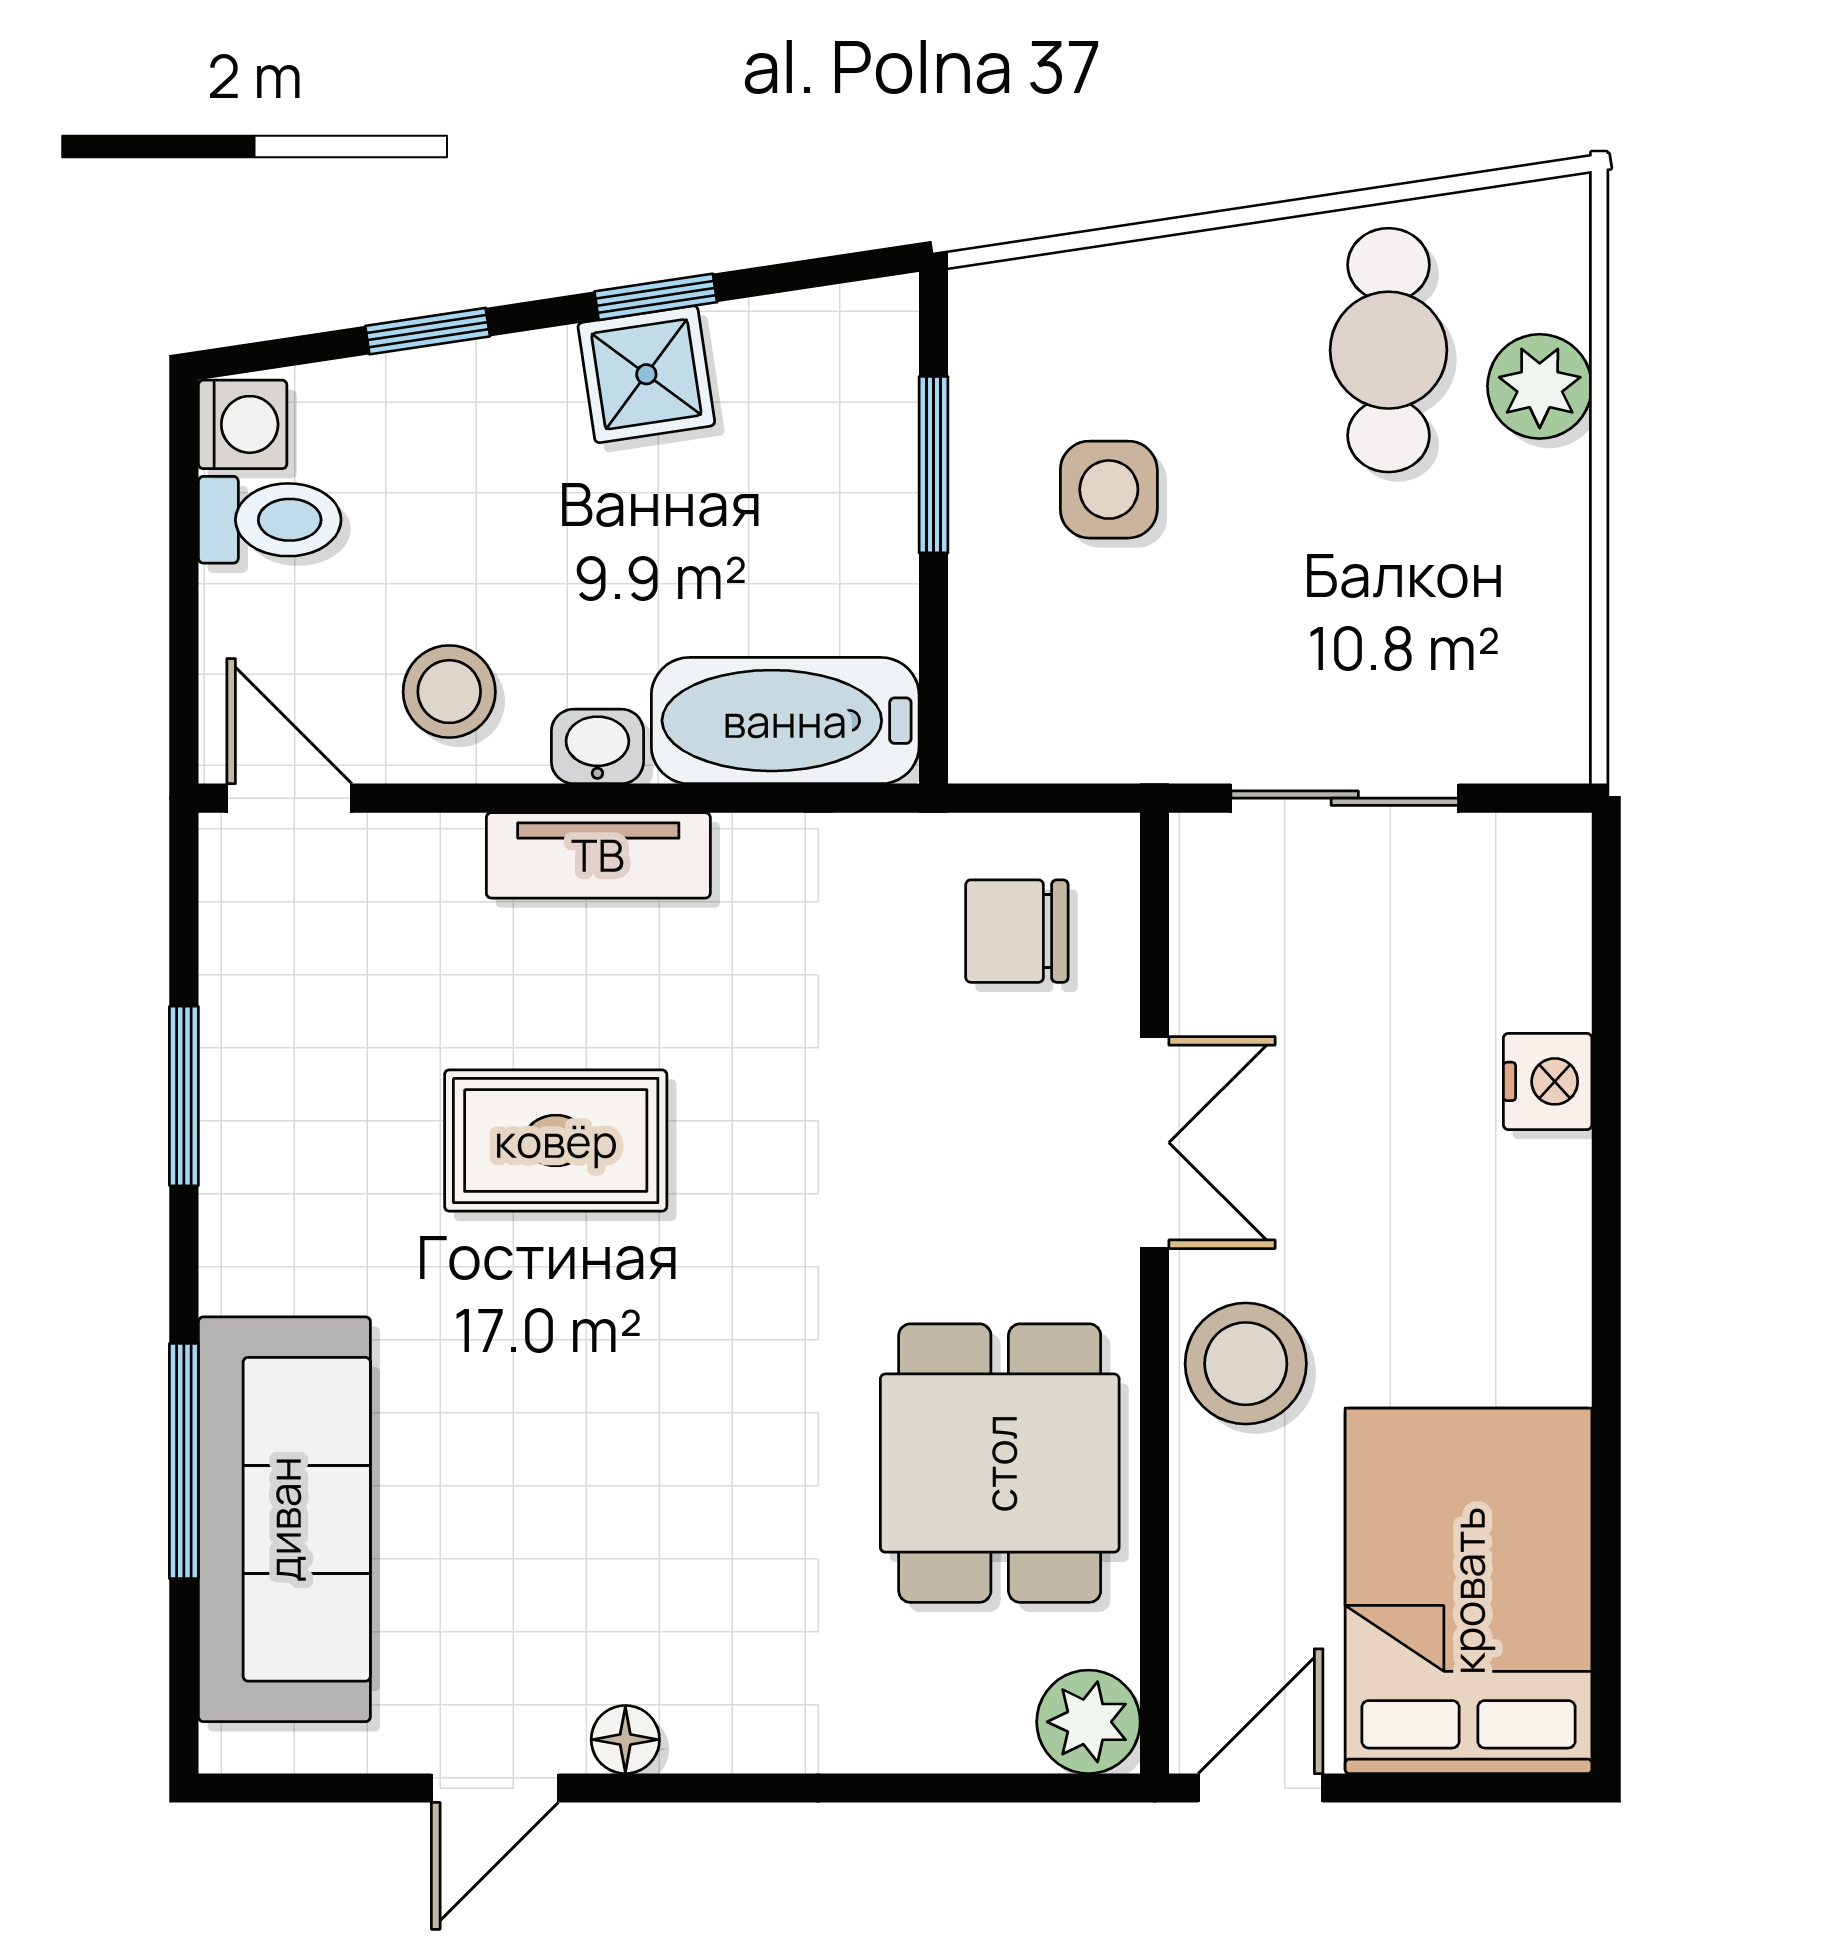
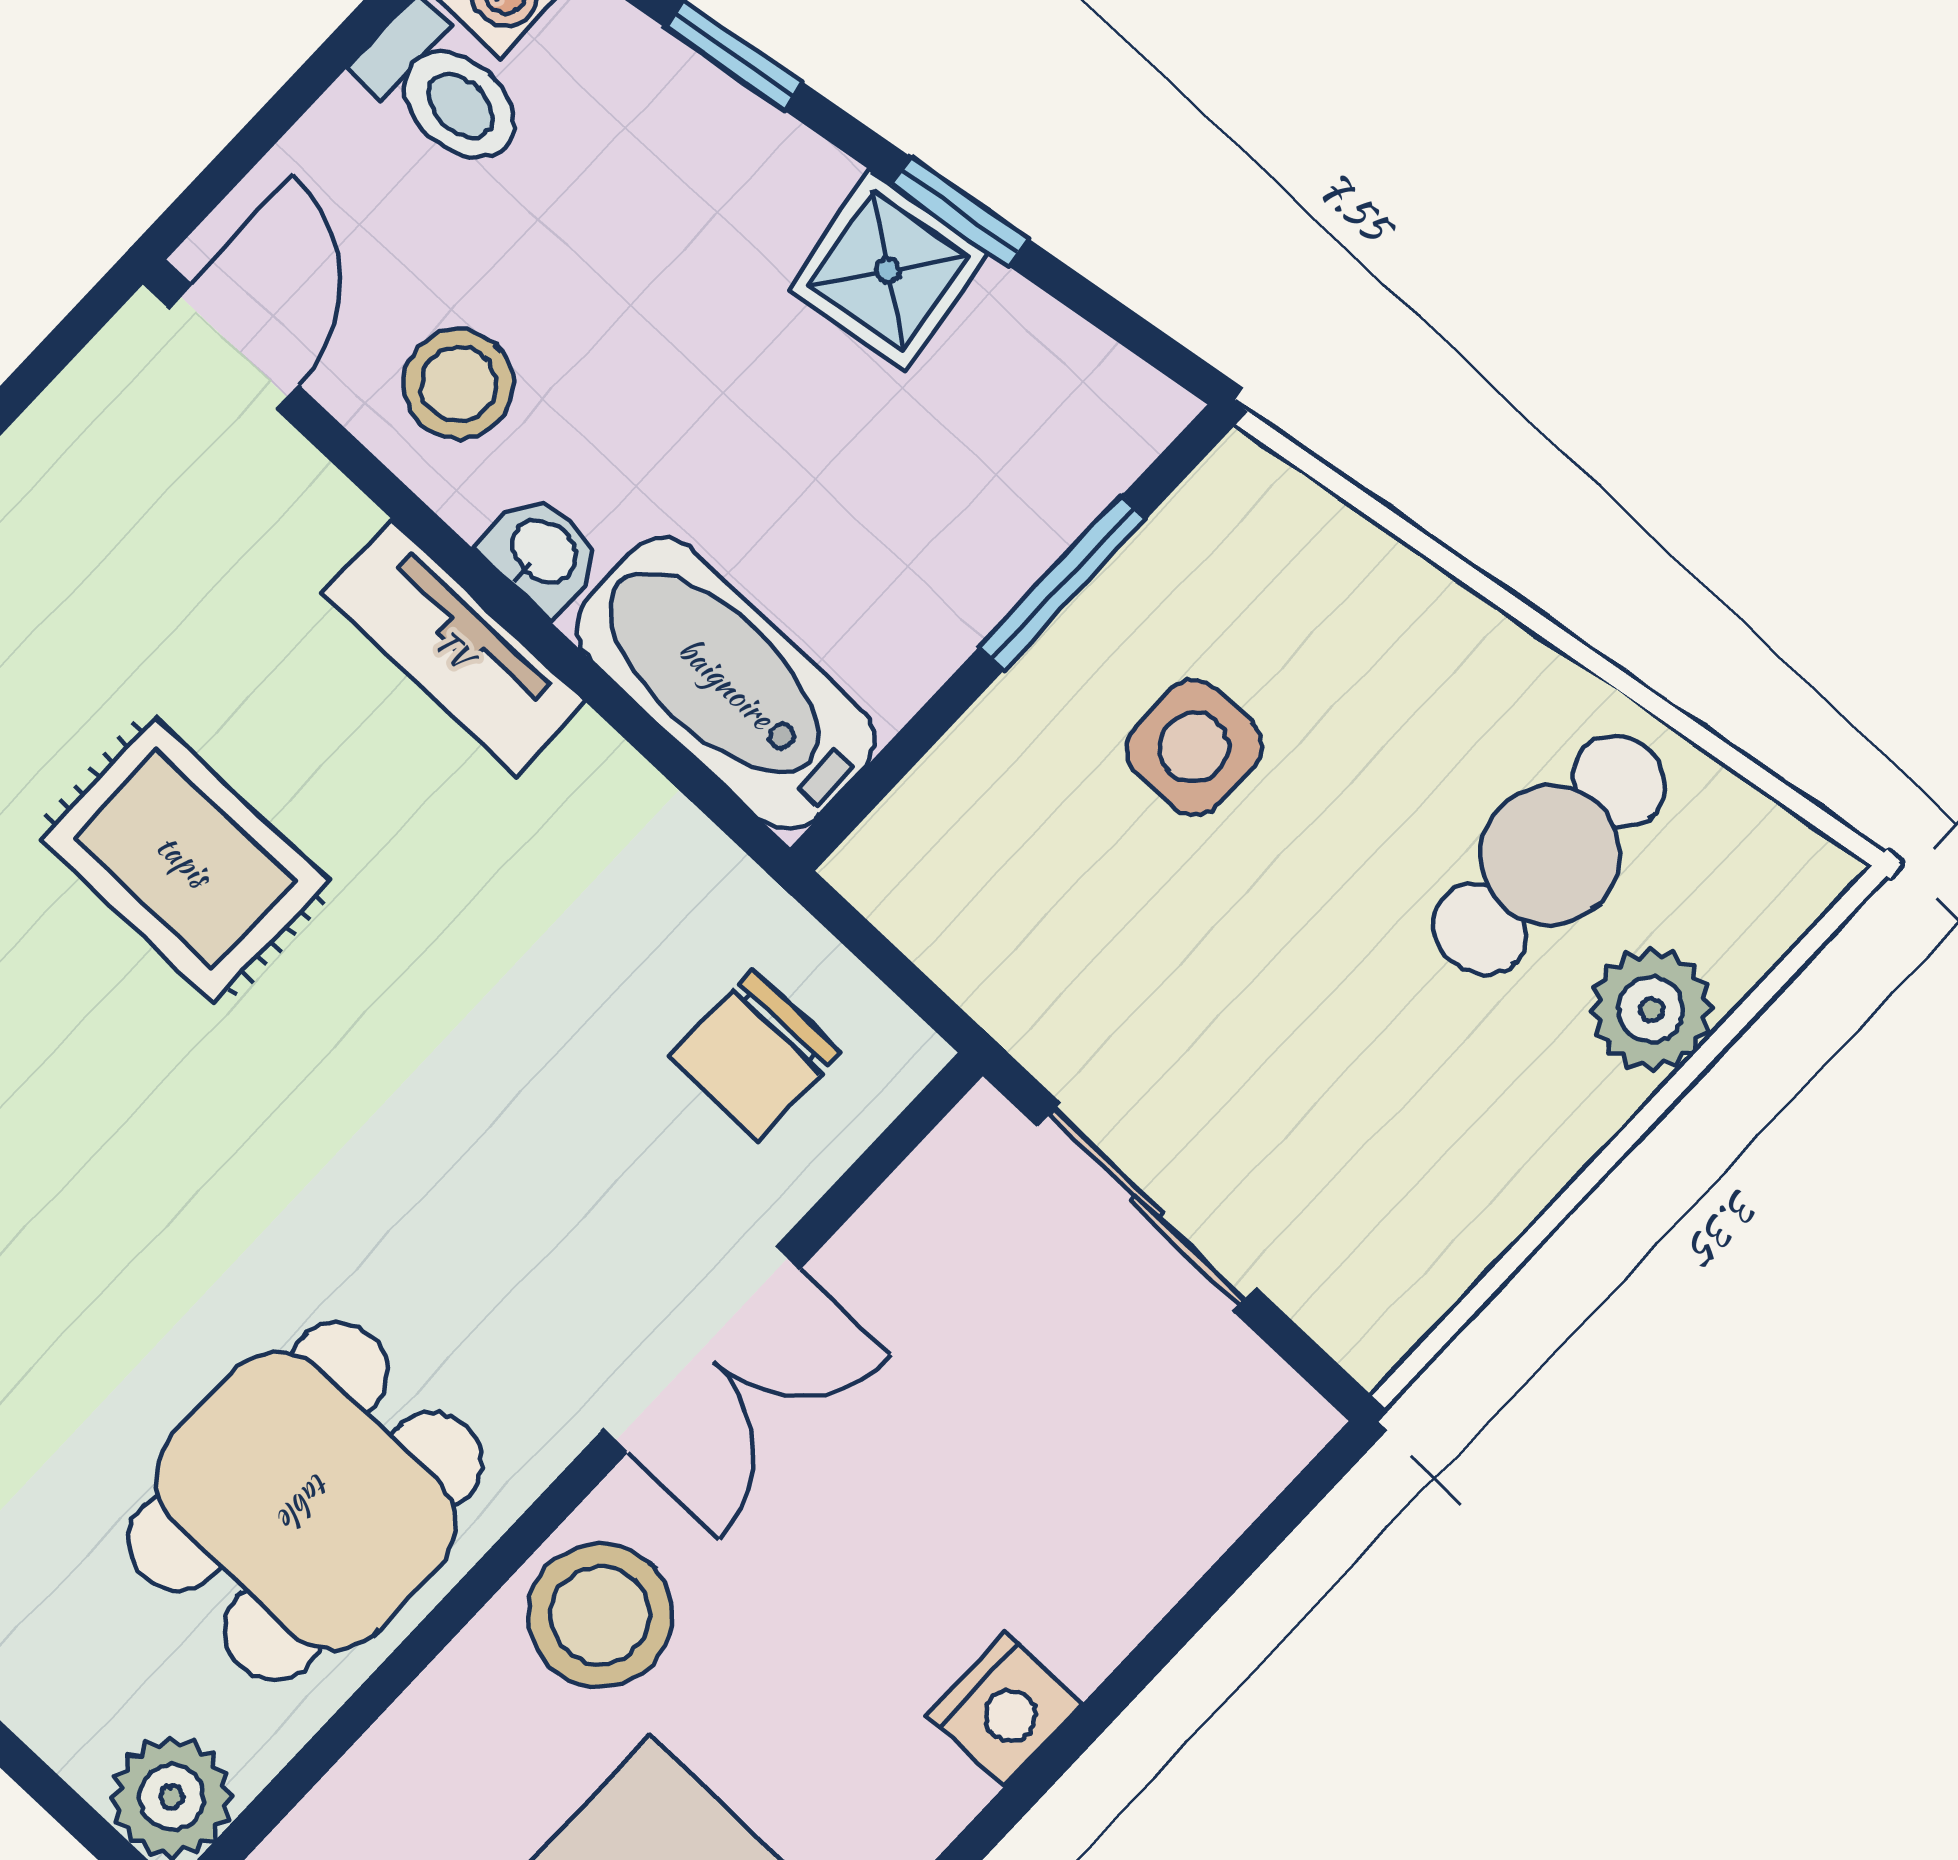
chair: (1017, 931) -> (754, 1055), turned -90
nightstand: (1548, 1081) -> (1005, 1709), moved

